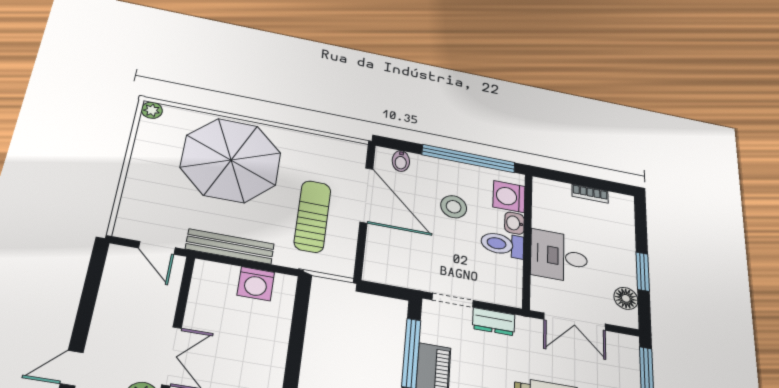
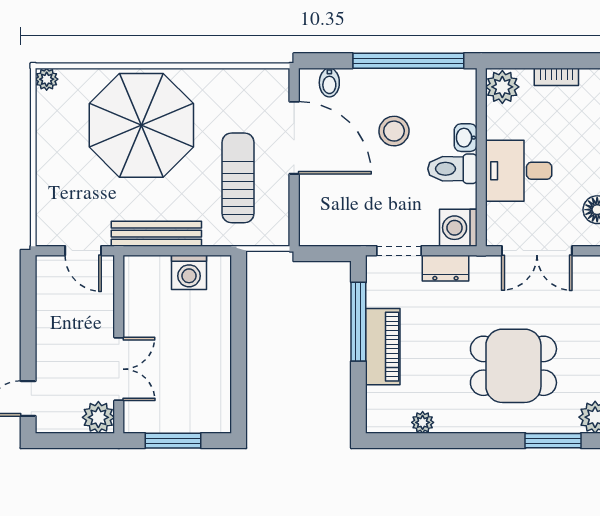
plant: (546, 192) -> (502, 87), added
washing machine: (509, 197) -> (458, 228), moved

